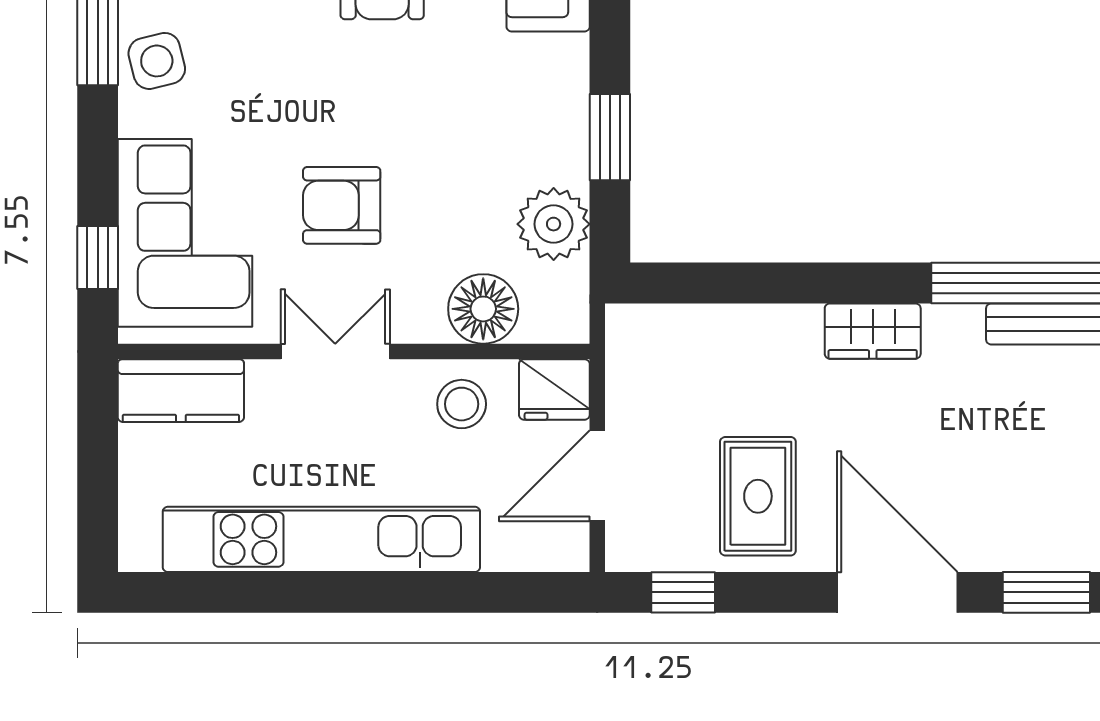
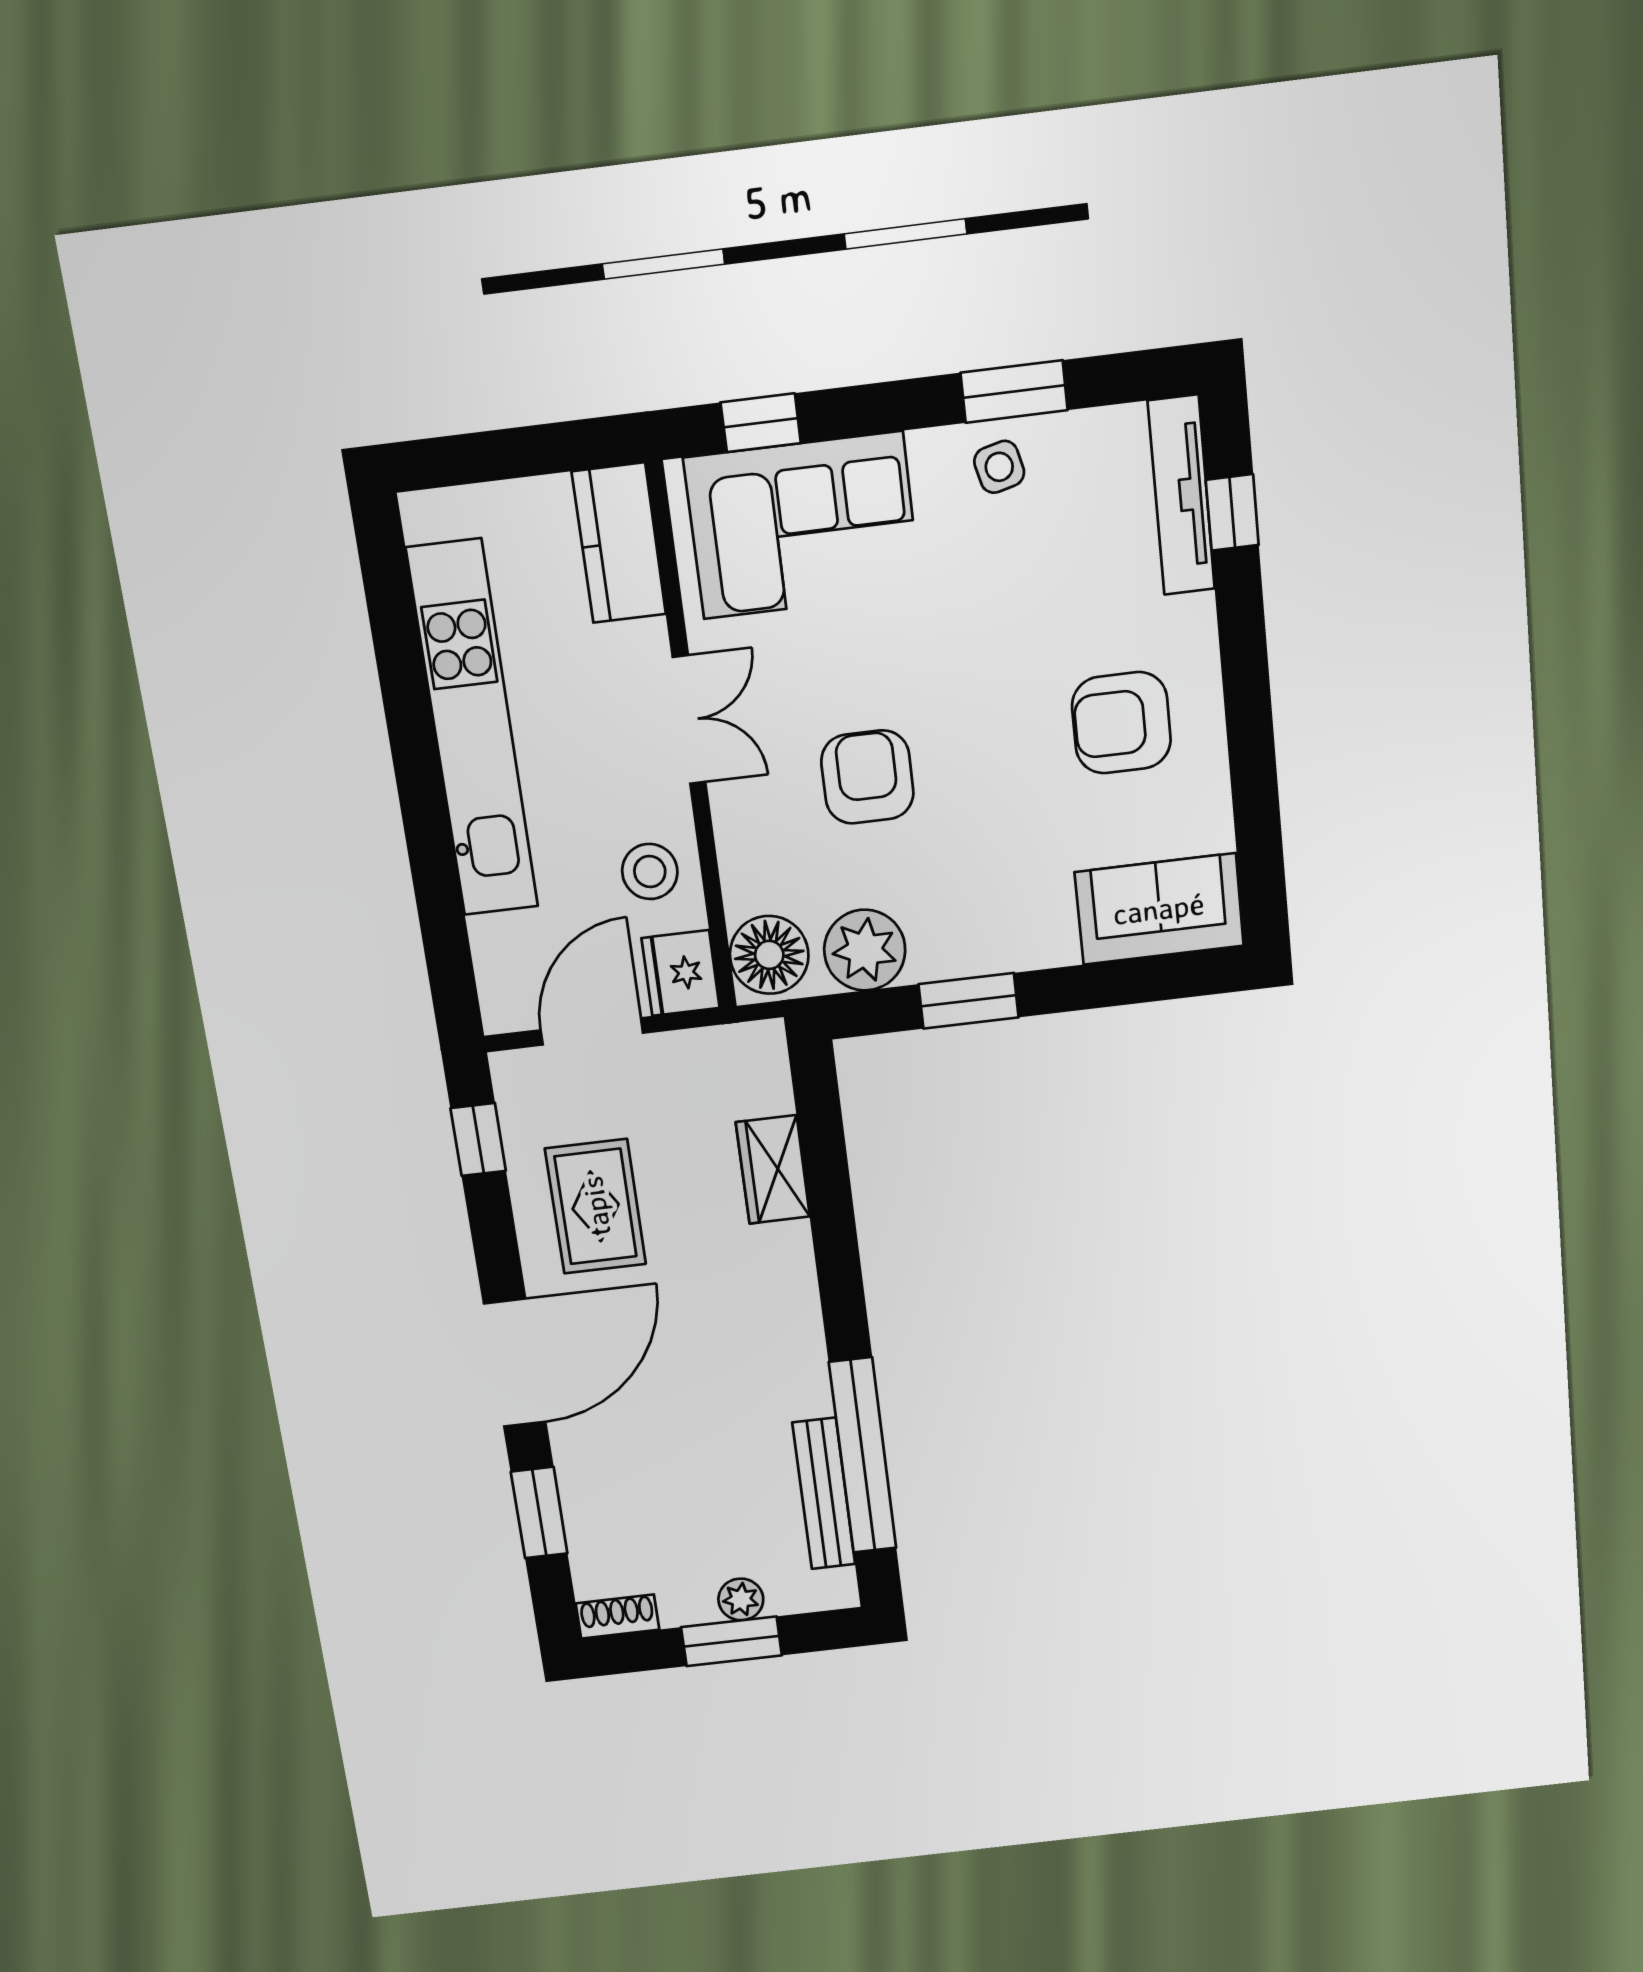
side table: (157, 61) -> (999, 467), width x0.73, depth x0.73
armchair: (342, 205) -> (867, 777), moved
floor lamp: (483, 309) -> (769, 955), moved
wardrobe: (873, 331) -> (773, 1170), moved
door: (597, 476) -> (592, 1031), hinge flipped
rug: (758, 496) -> (596, 1206), turned 90

